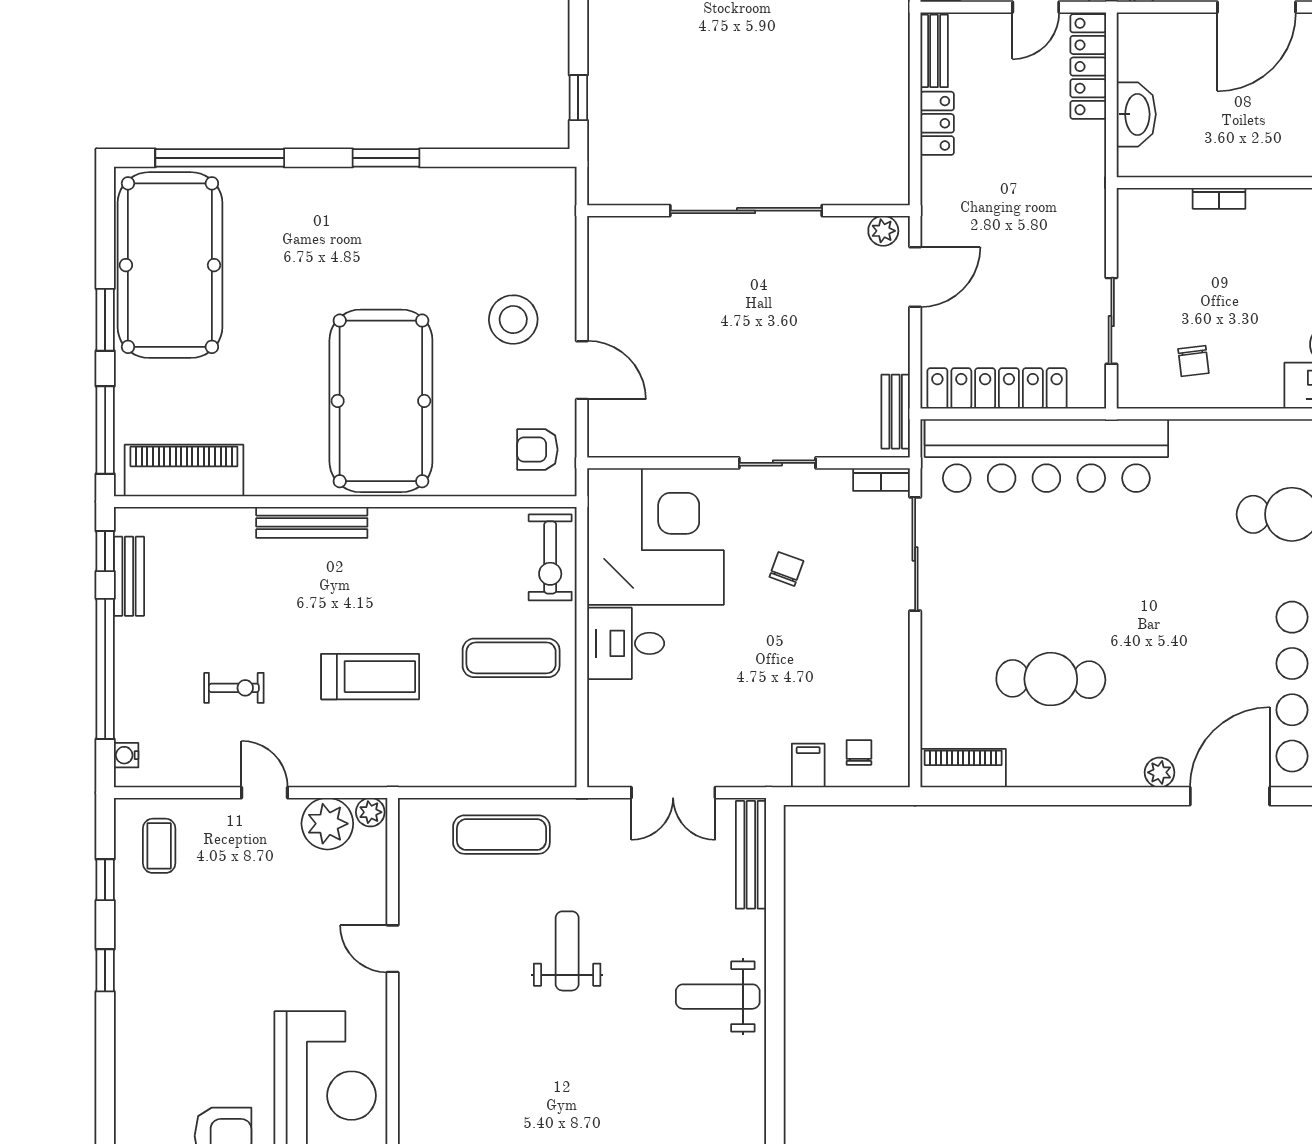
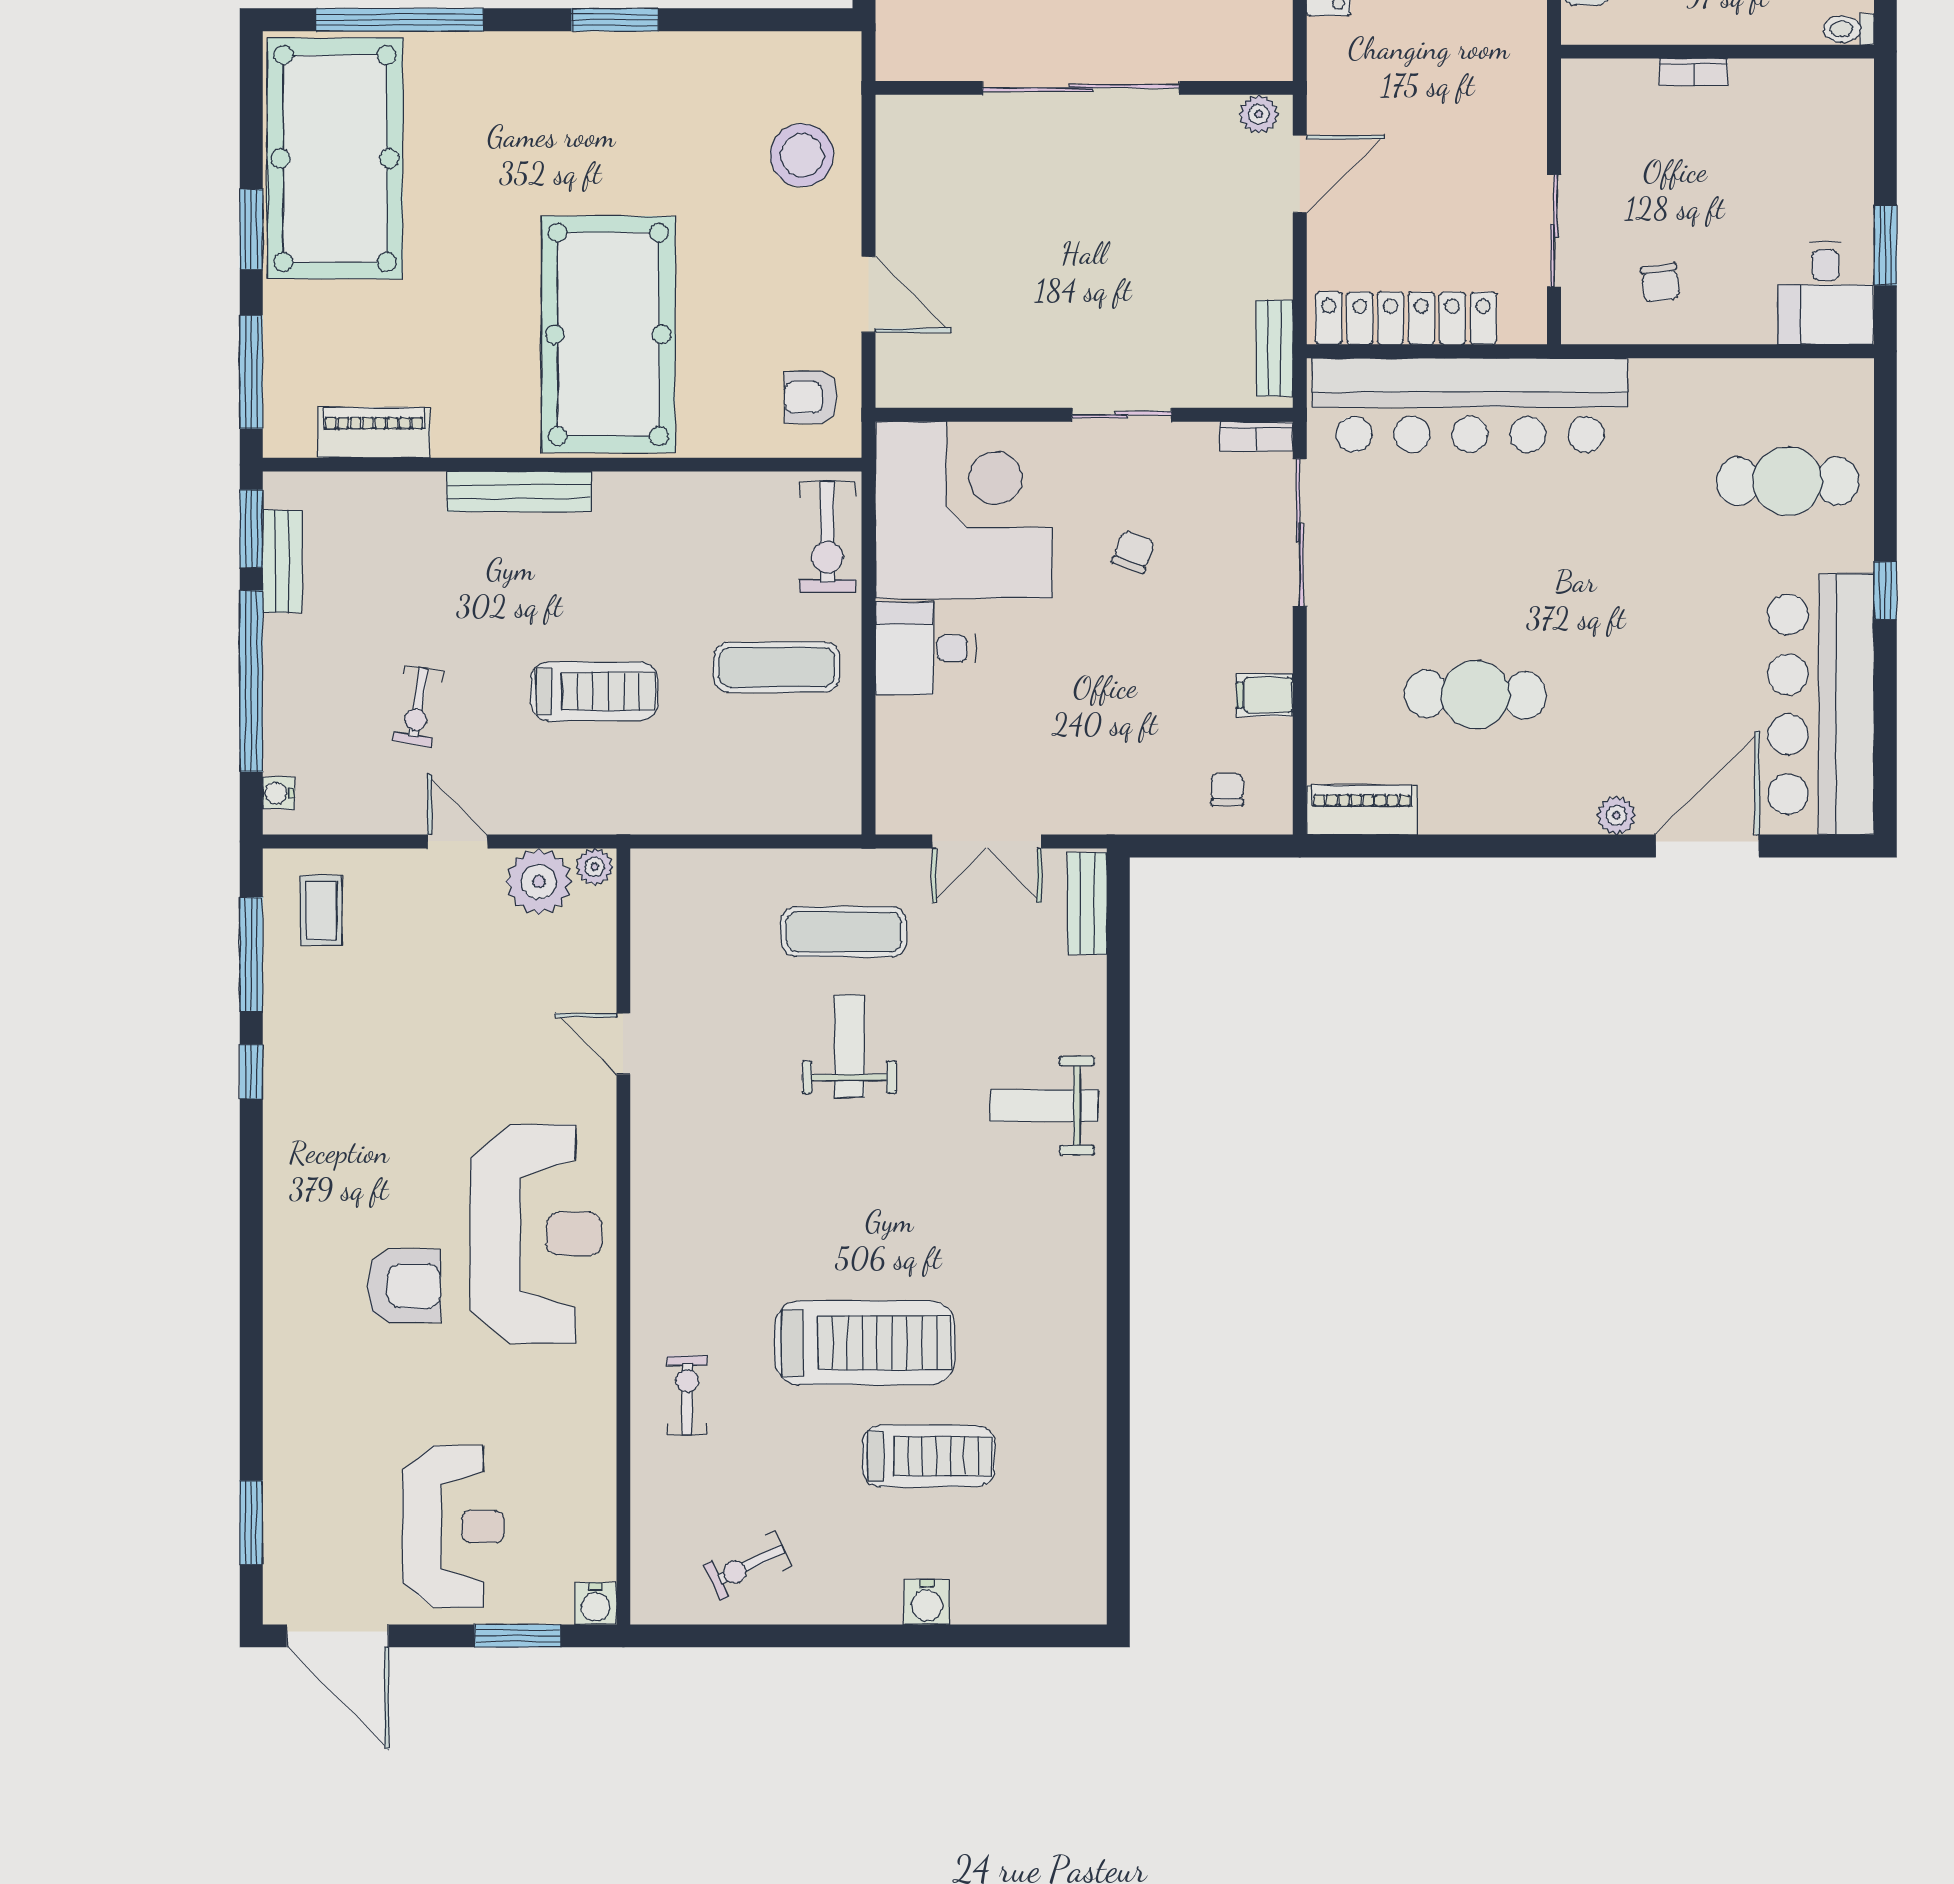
stool: (513, 320) -> (802, 155), moved
piano: (184, 470) -> (374, 433), width x0.73, depth x0.75
window: (105, 551) -> (251, 529), width x1.50
exercise bike: (234, 688) -> (418, 706), turned 99
filing cabinet: (808, 765) -> (1265, 695), moved, turned -90
exercise mat: (501, 835) -> (844, 932), moved
bench: (751, 855) -> (1087, 903), width x0.73
window: (105, 880) -> (251, 954), width x2.17

